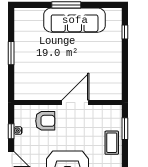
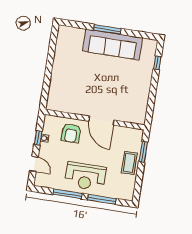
window: (11, 53) -> (49, 66), removed
door: (75, 103) -> (101, 121), swing flipped
armchair: (45, 121) -> (71, 133), turned 90

